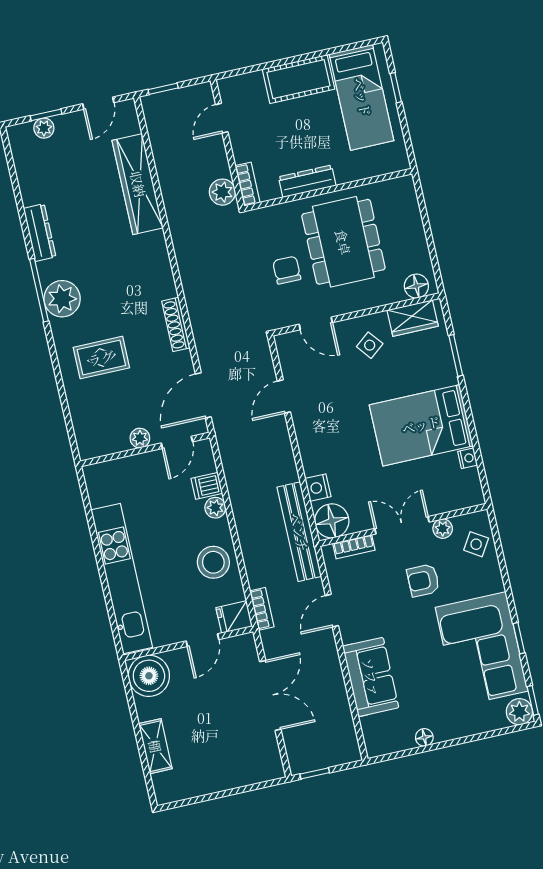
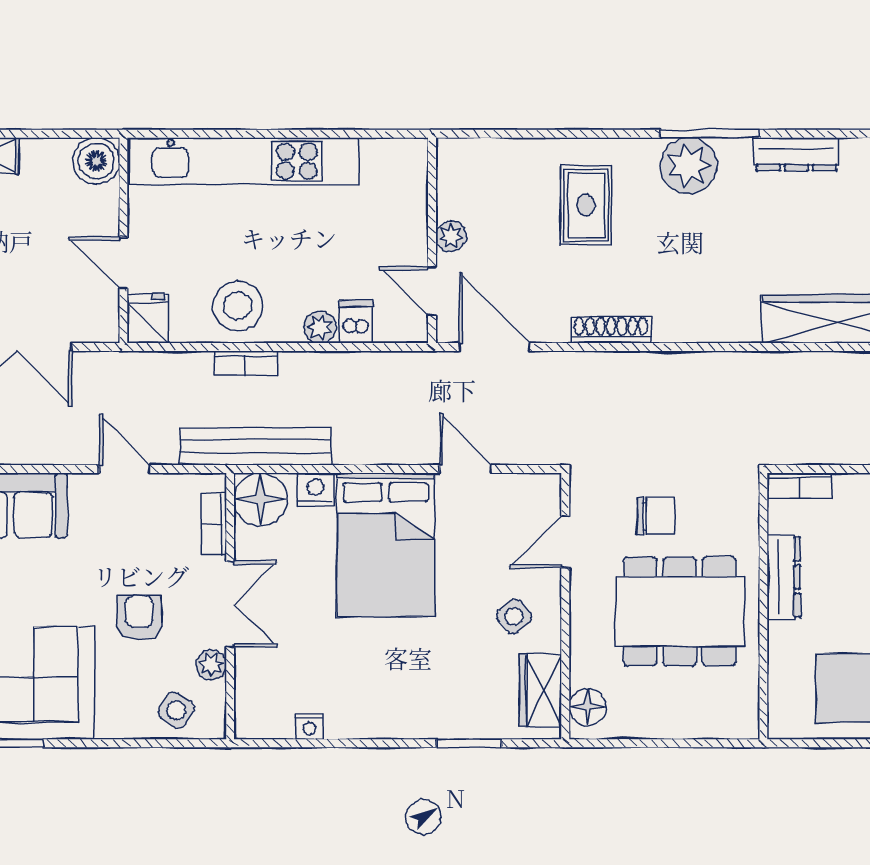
plant: (222, 192) -> (796, 445), removed
bed: (421, 425) -> (386, 545), moved, turned 180
bookcase: (262, 609) -> (246, 363), moved
boiler: (149, 676) -> (96, 161), width x0.73, depth x0.73

